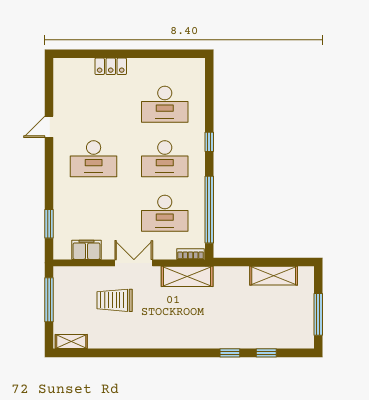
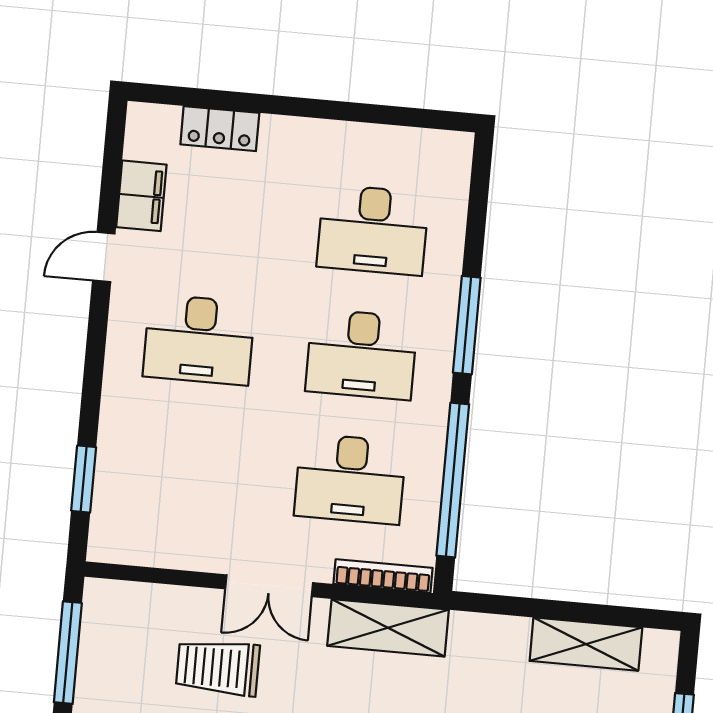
locker: (111, 66) -> (220, 129), moved
window: (209, 142) -> (467, 325), width x2.17
filing cabinet: (87, 250) -> (141, 196), moved, turned 90
bookcase: (191, 254) -> (383, 576), width x1.56
double door: (134, 263) -> (269, 586), swing flipped

